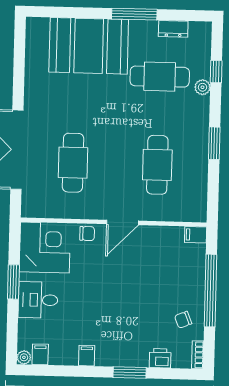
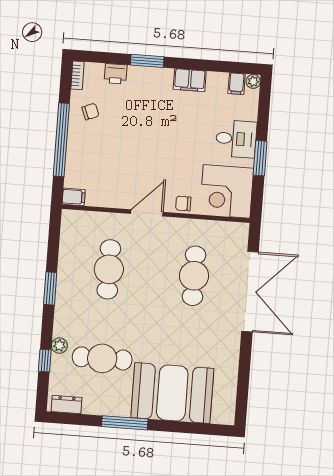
dresser: (173, 29) -> (67, 405), moved
filing cabinet: (87, 356) -> (190, 80), width x2.00

